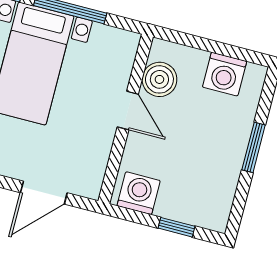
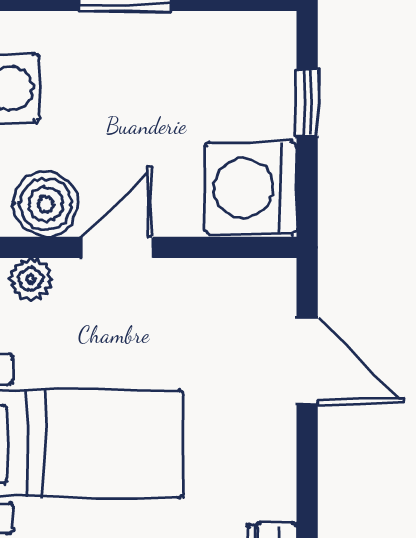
plant: (123, 62) -> (31, 279), added
washing machine: (139, 193) -> (251, 188), width x1.37, depth x1.37

